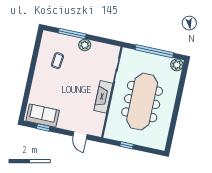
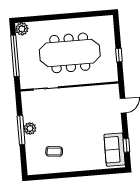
window: (72, 34) -> (21, 130), moved
fireplace: (103, 97) -> (77, 94), removed

